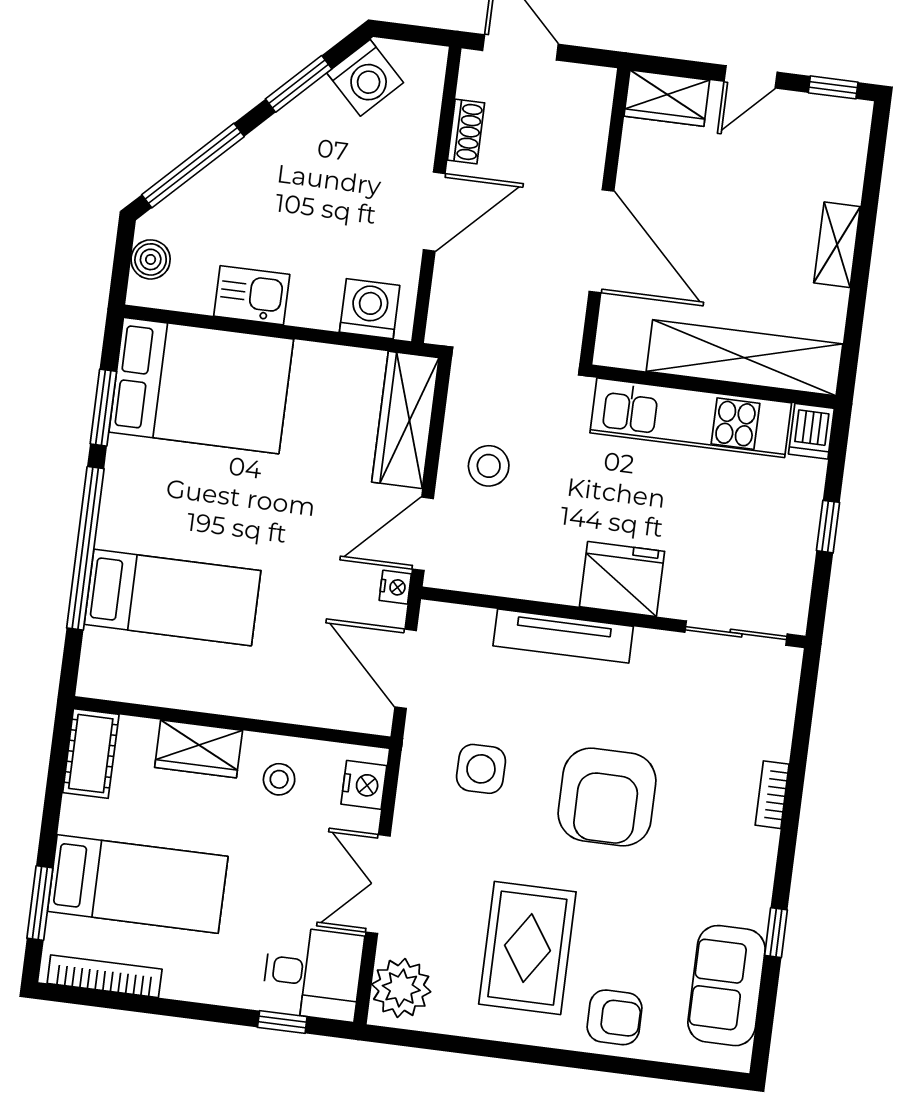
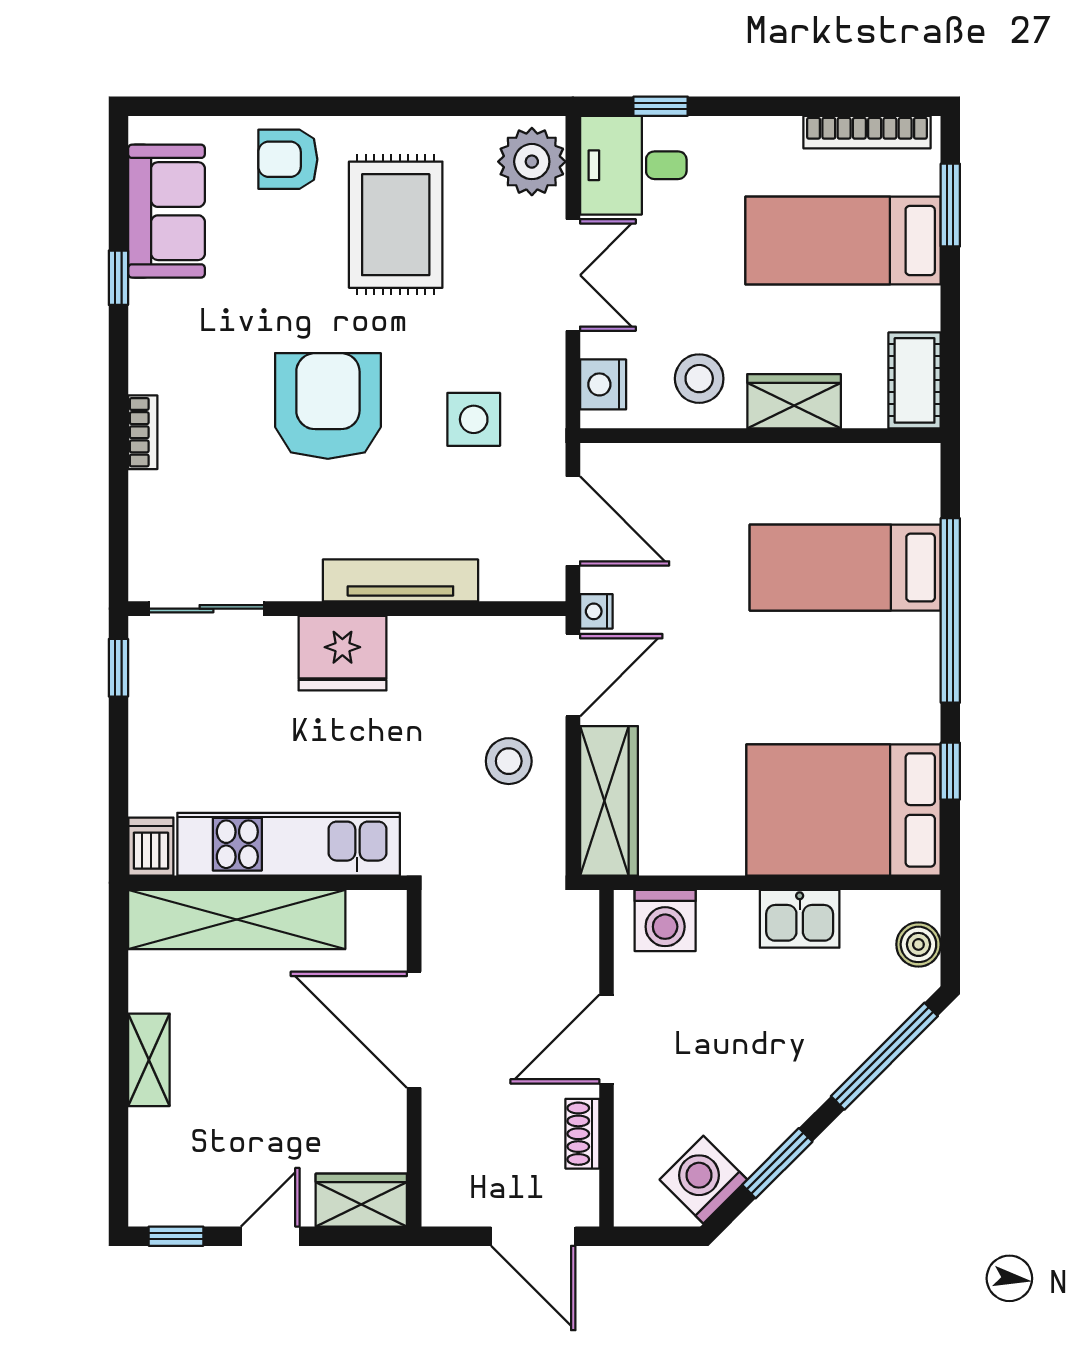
window: (103, 408) -> (950, 771), width x0.67
window: (828, 527) -> (118, 668), moved
stool: (279, 779) -> (699, 379), width x1.37, depth x1.37

